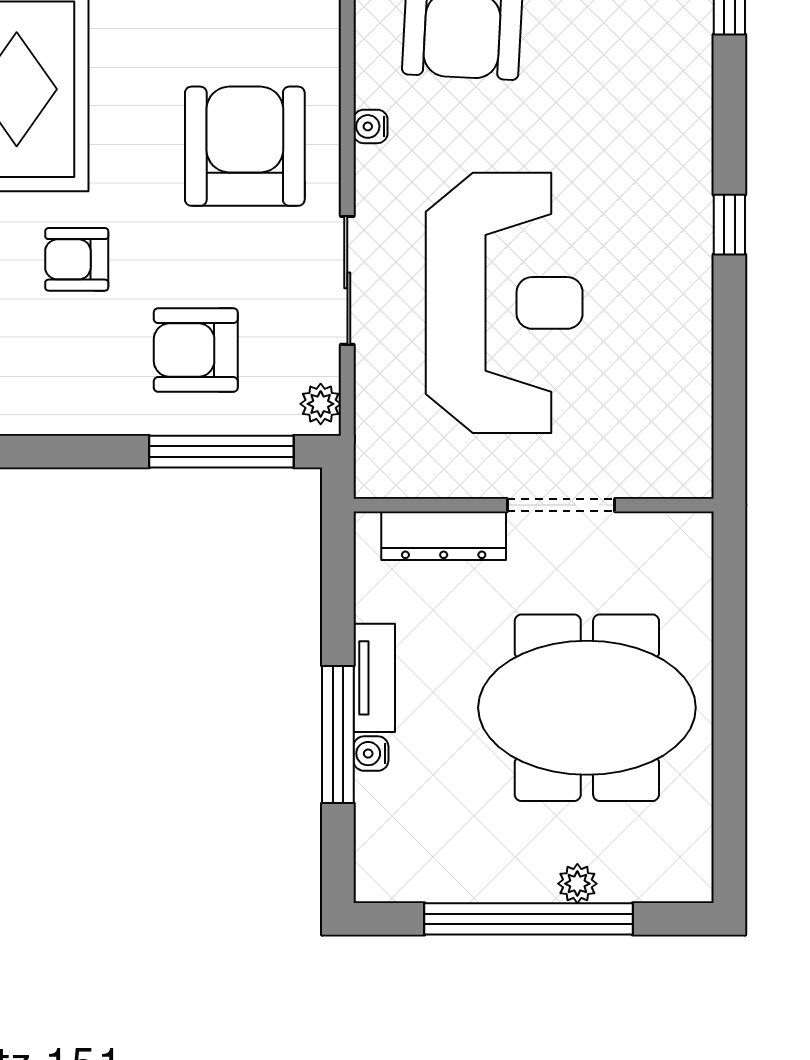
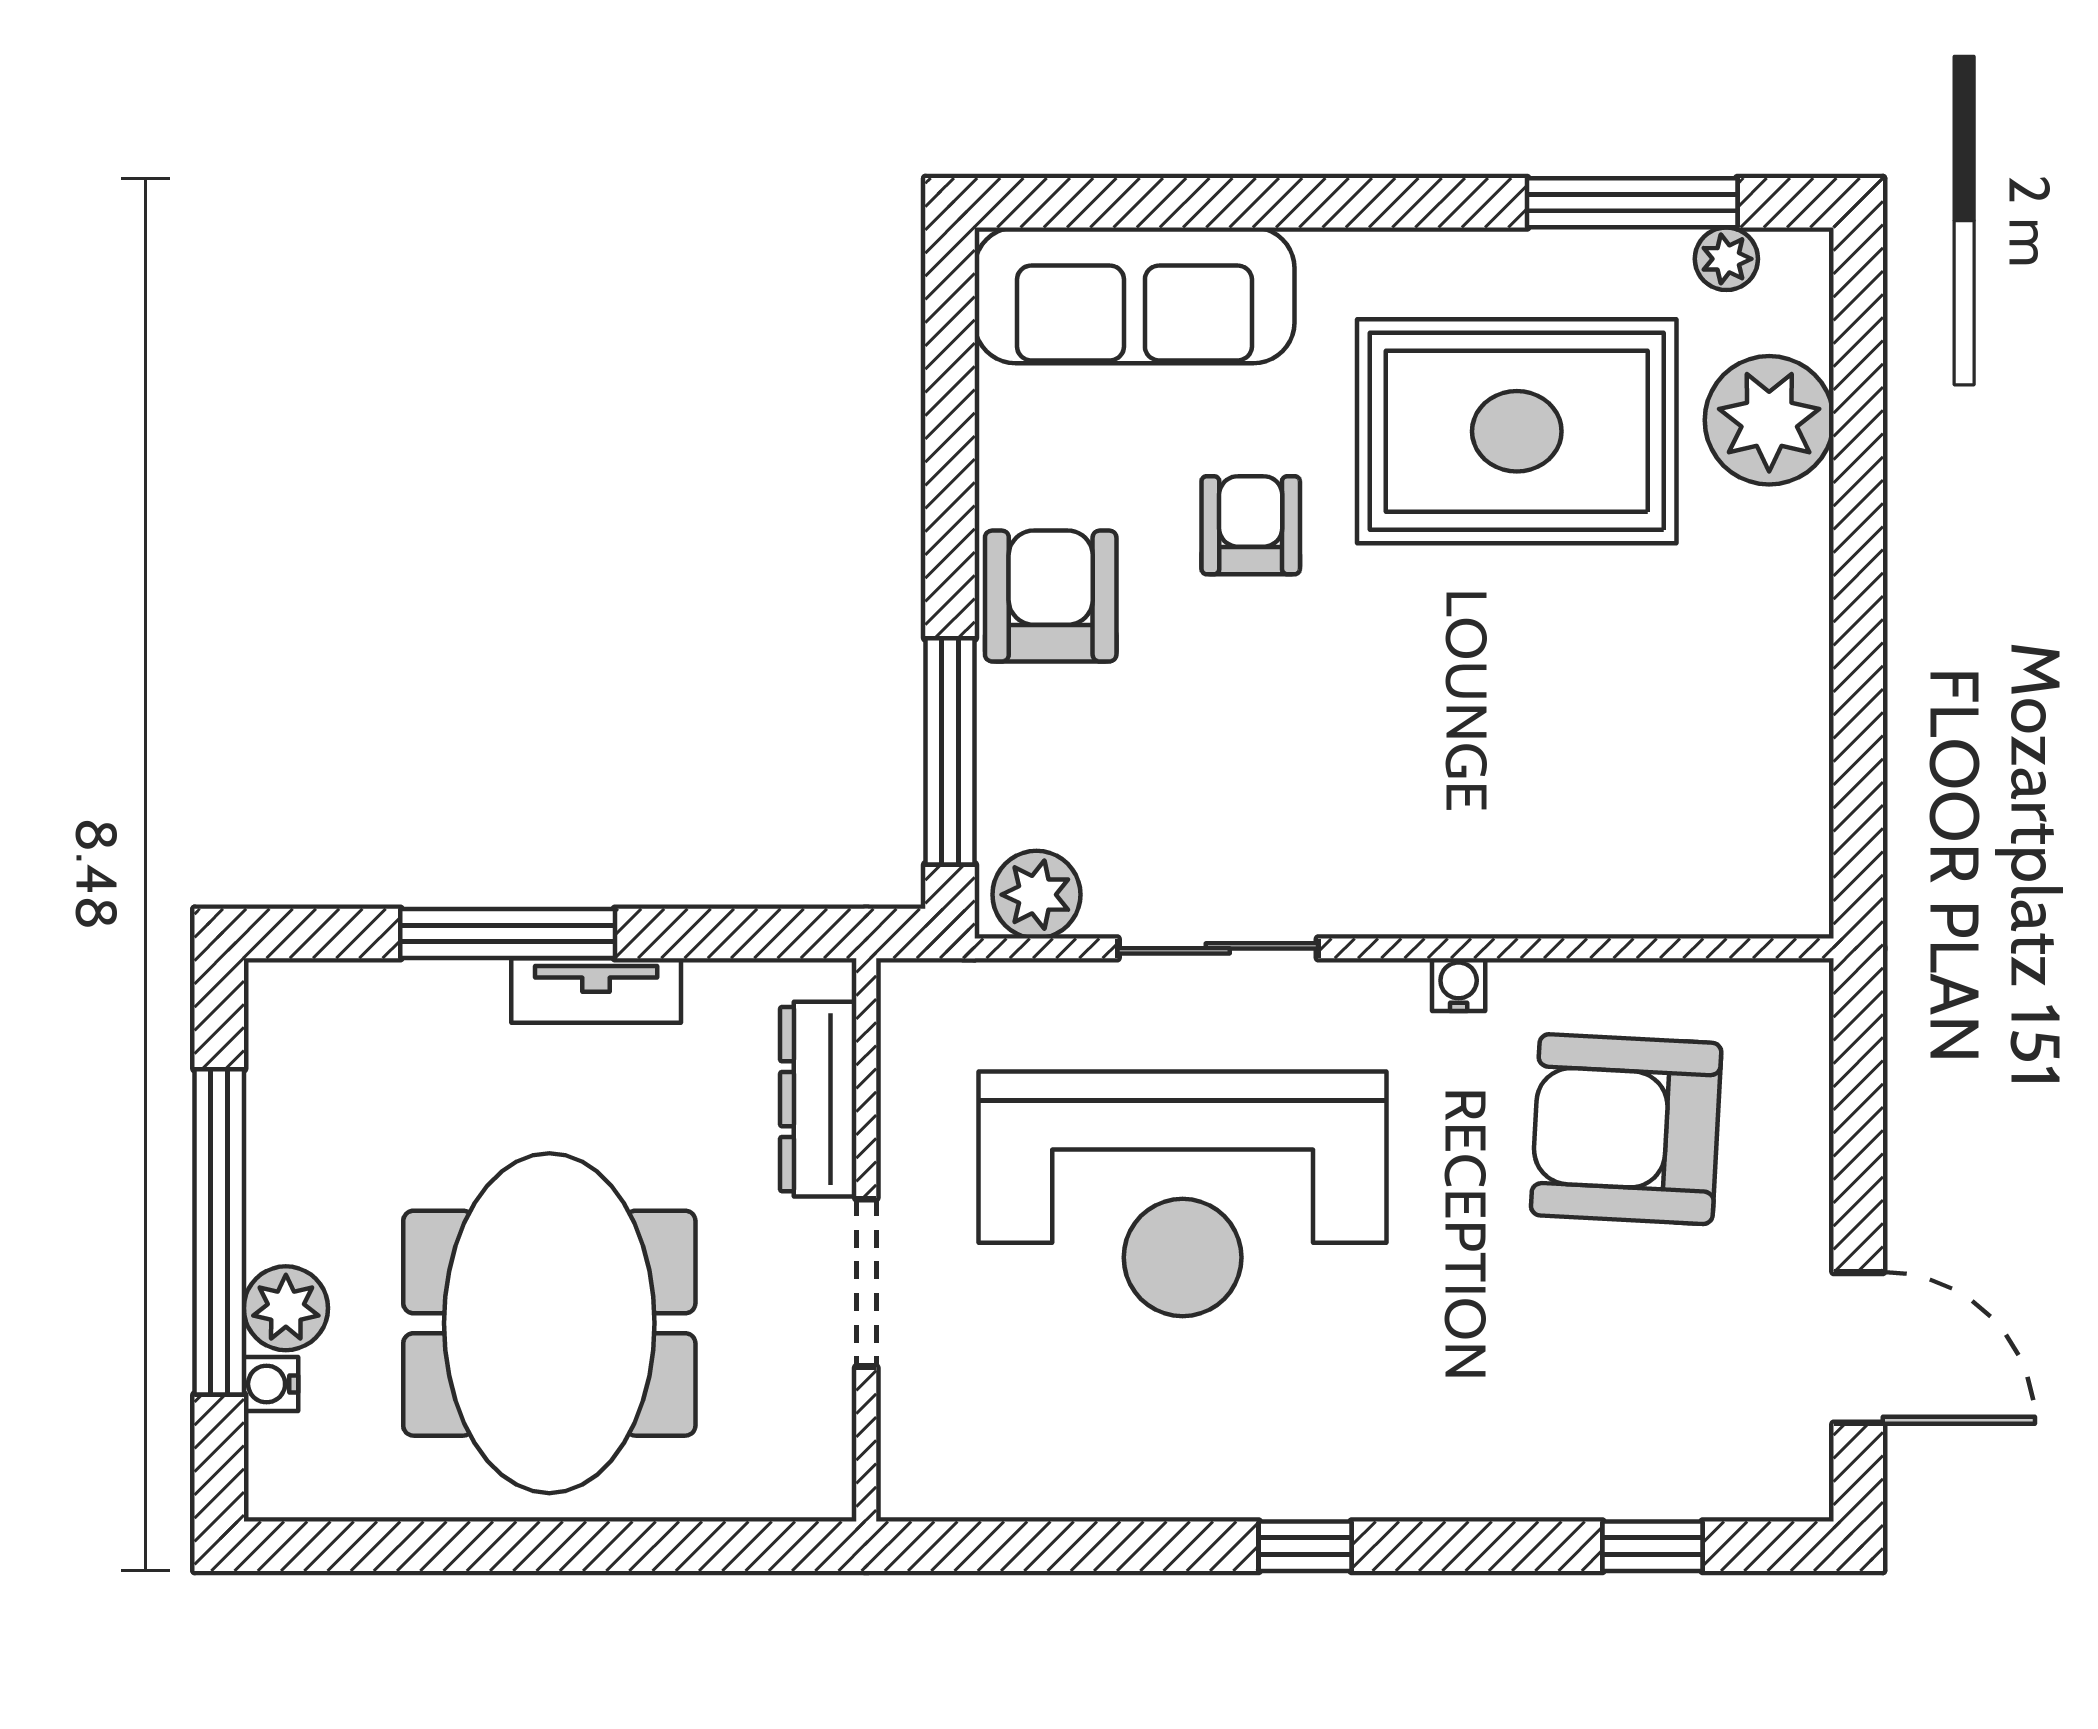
armchair: (245, 146) -> (1428, 788), removed
armchair: (196, 350) -> (1051, 596), moved
plant: (321, 404) -> (1036, 895), width x1.38, depth x1.38
water cooler: (371, 754) -> (271, 1384), moved, turned -90
plant: (577, 884) -> (286, 1308), width x1.38, depth x1.38

